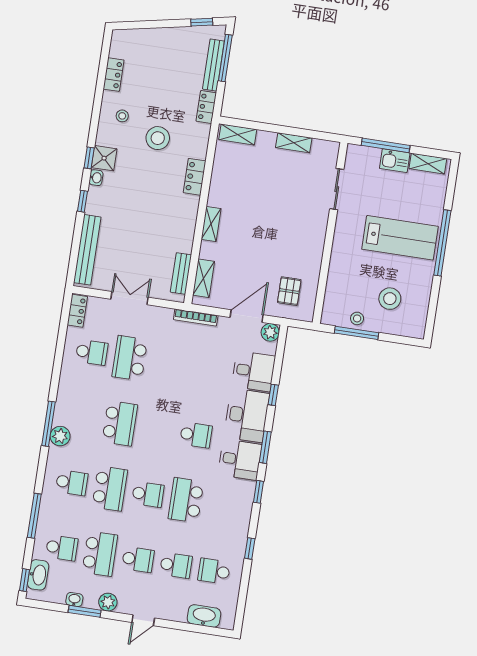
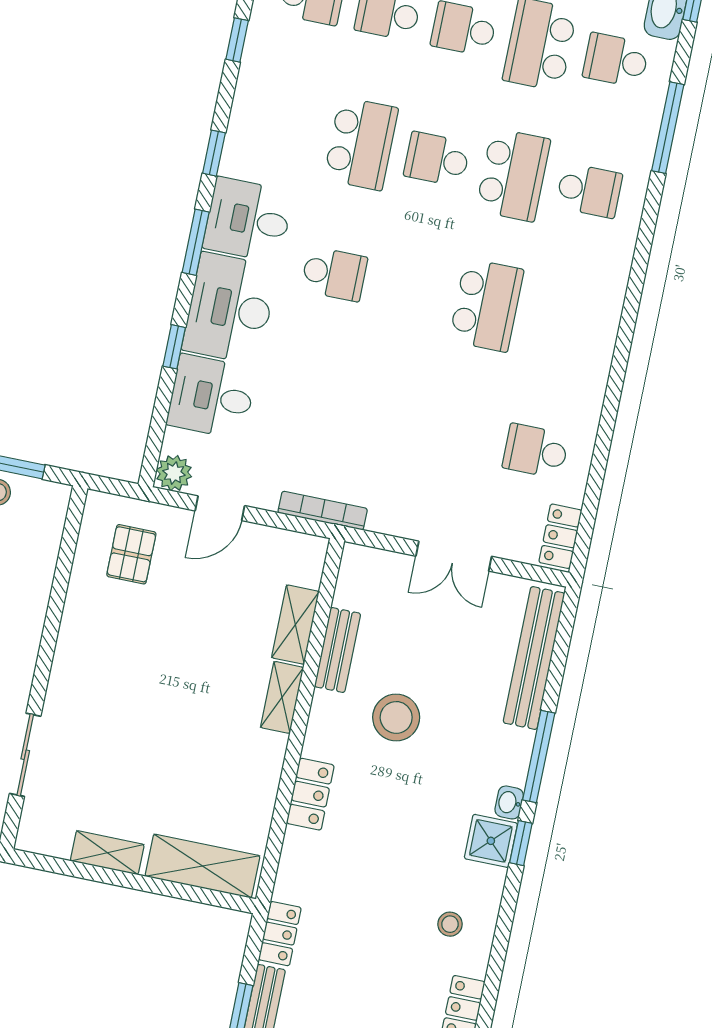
shelving: (238, 134) -> (203, 866), width x1.50, depth x1.33
stool: (158, 138) -> (396, 717), moved
window: (82, 201) -> (539, 756), width x2.17
bench: (181, 273) -> (338, 650), moved
shelving: (204, 278) -> (295, 625), moved
door: (247, 316) -> (220, 508), width x0.73
school desk: (130, 358) -> (460, 435), removed
school desk: (120, 423) -> (486, 305), turned 180
window: (48, 424) -> (630, 312), removed
school desk: (196, 435) -> (334, 274), turned 180
plant: (60, 436) -> (608, 286), removed
school desk: (72, 483) -> (589, 190), turned 180
school desk: (110, 488) -> (513, 175), turned 180

